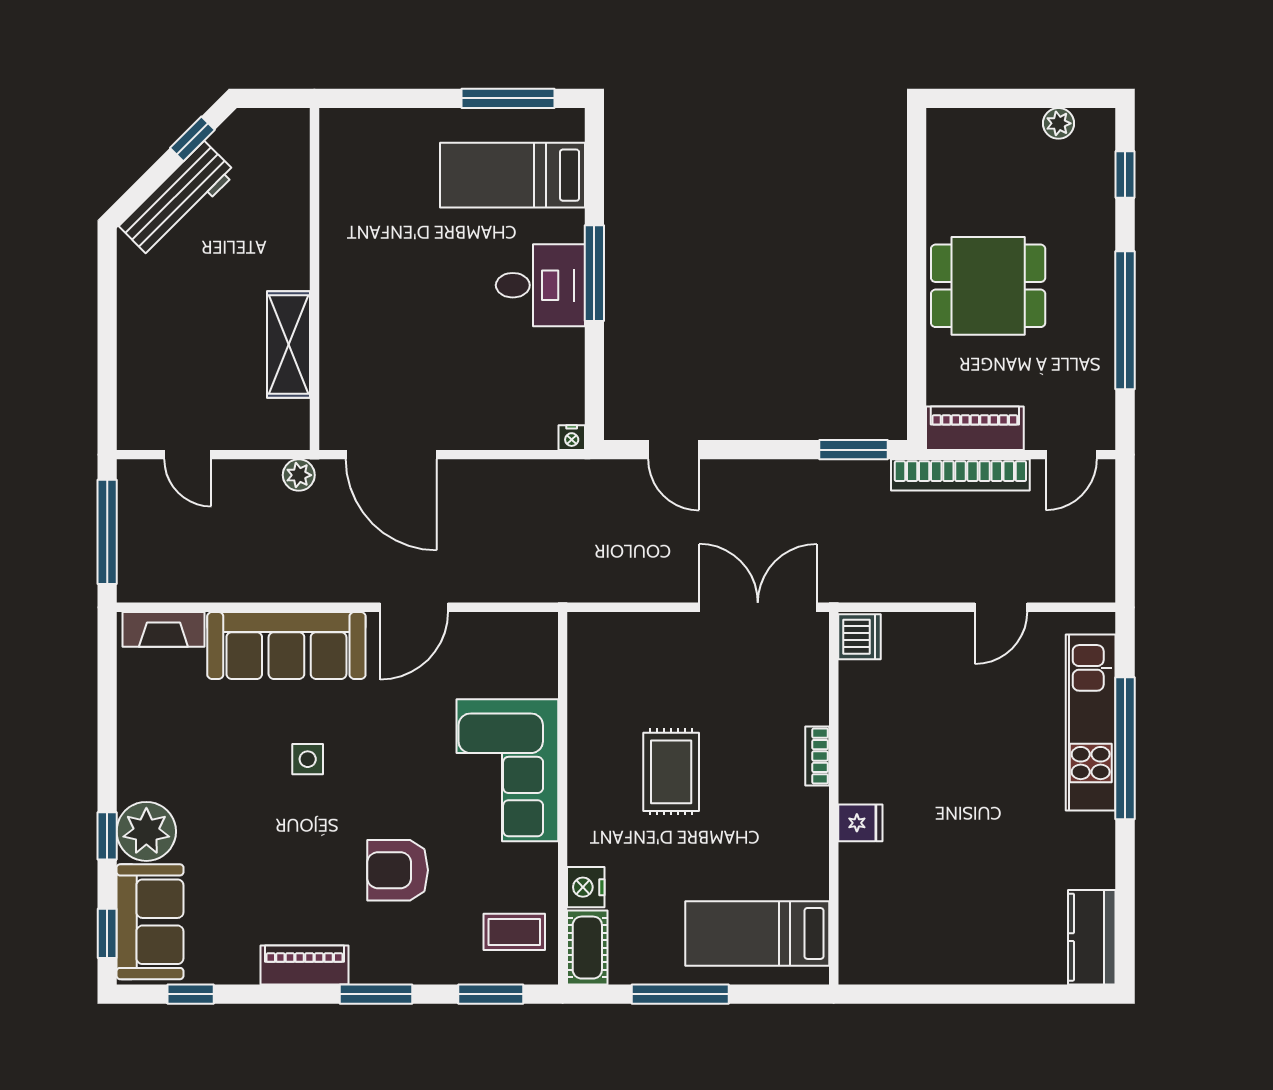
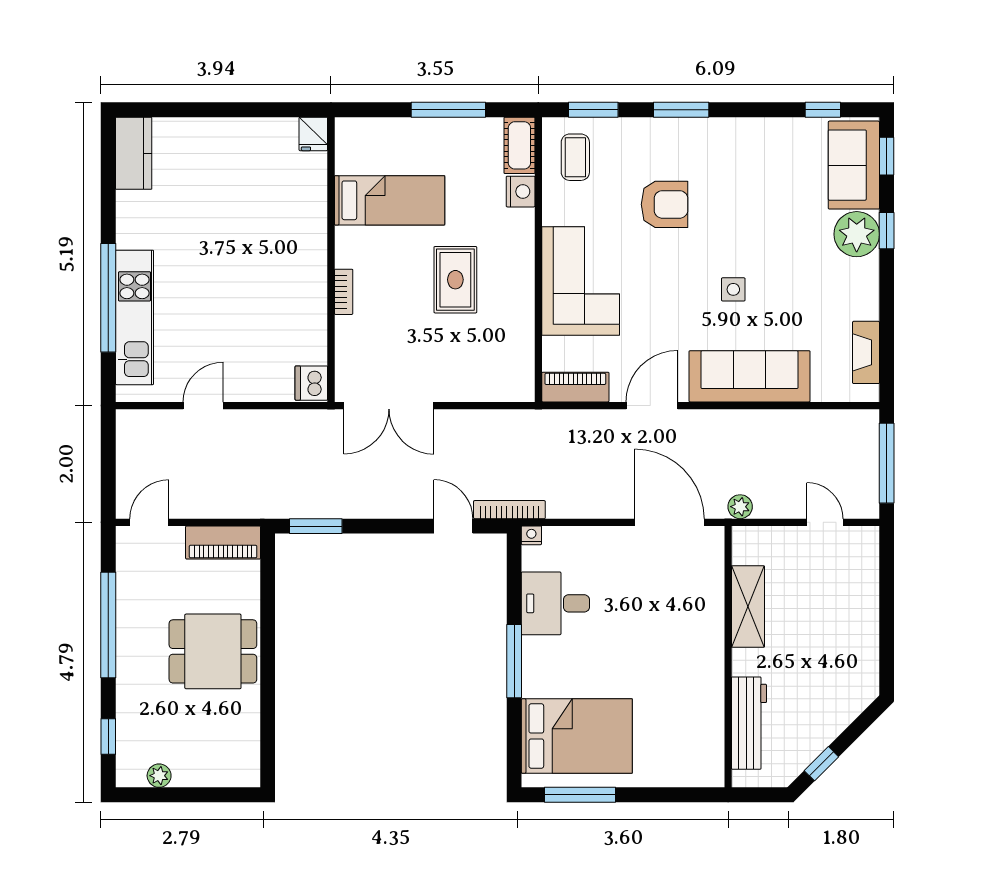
bed: (512, 175) -> (577, 736), width x1.50
workbench: (177, 199) -> (749, 723), moved, turned 135
desk: (540, 285) -> (555, 603), moved
bookcase: (960, 475) -> (509, 510), moved, width x0.68, depth x0.76
fireplace: (163, 629) -> (866, 352), moved, turned -90
fridge: (860, 823) -> (313, 134), moved, turned -90
coffee table: (514, 932) -> (575, 157), turned 90
bed: (757, 933) -> (390, 200), moved
piano: (305, 965) -> (575, 387), moved, turned 180

